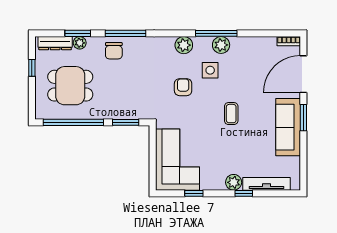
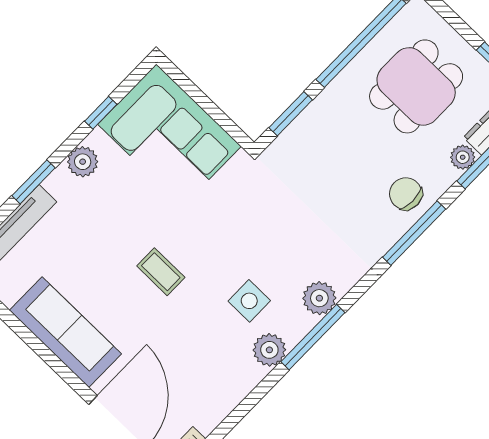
window: (216, 33) -> (313, 337), moved
armchair: (183, 87) -> (262, 241), removed
window: (303, 118) -> (58, 366), removed
plant: (234, 182) -> (83, 162), moved
window: (244, 193) -> (33, 182), width x1.50

